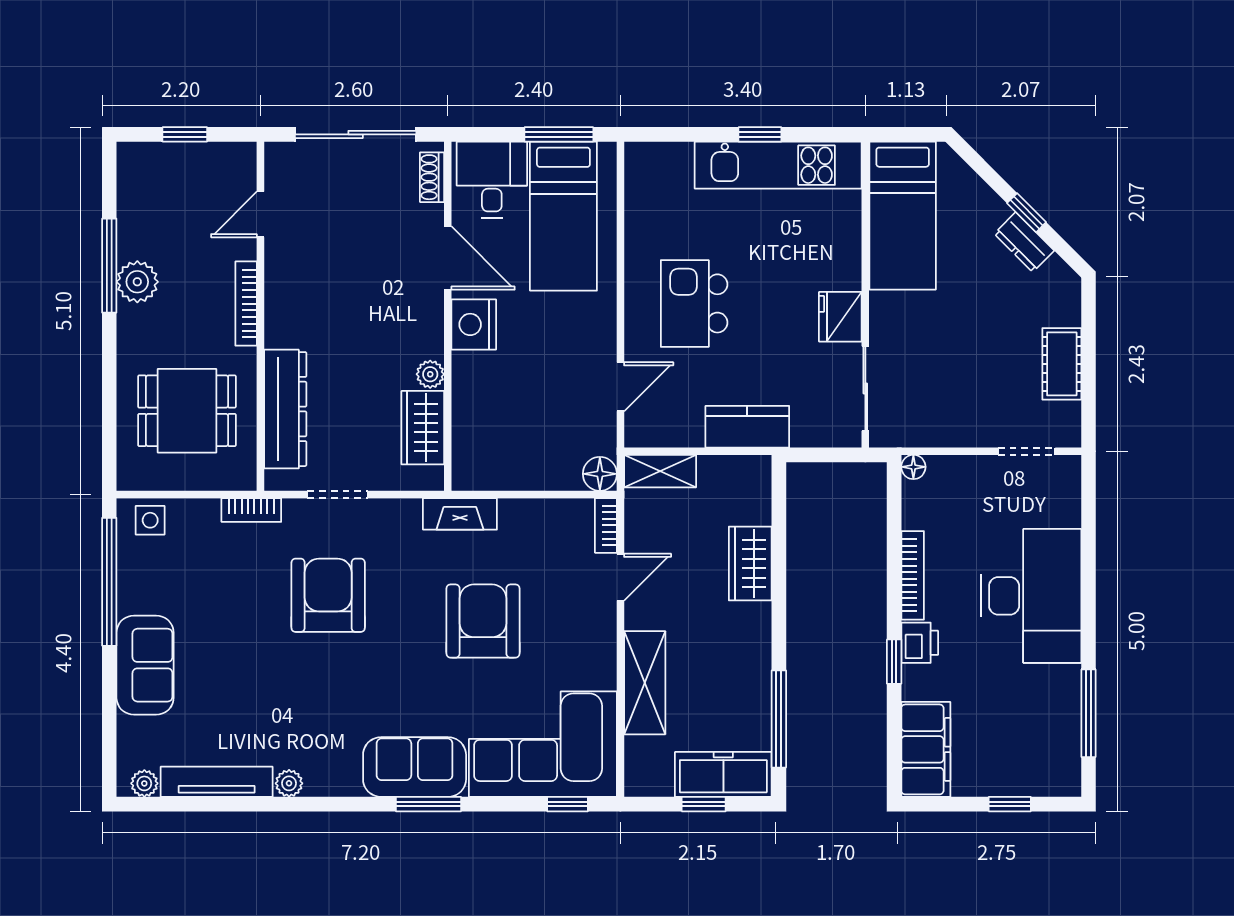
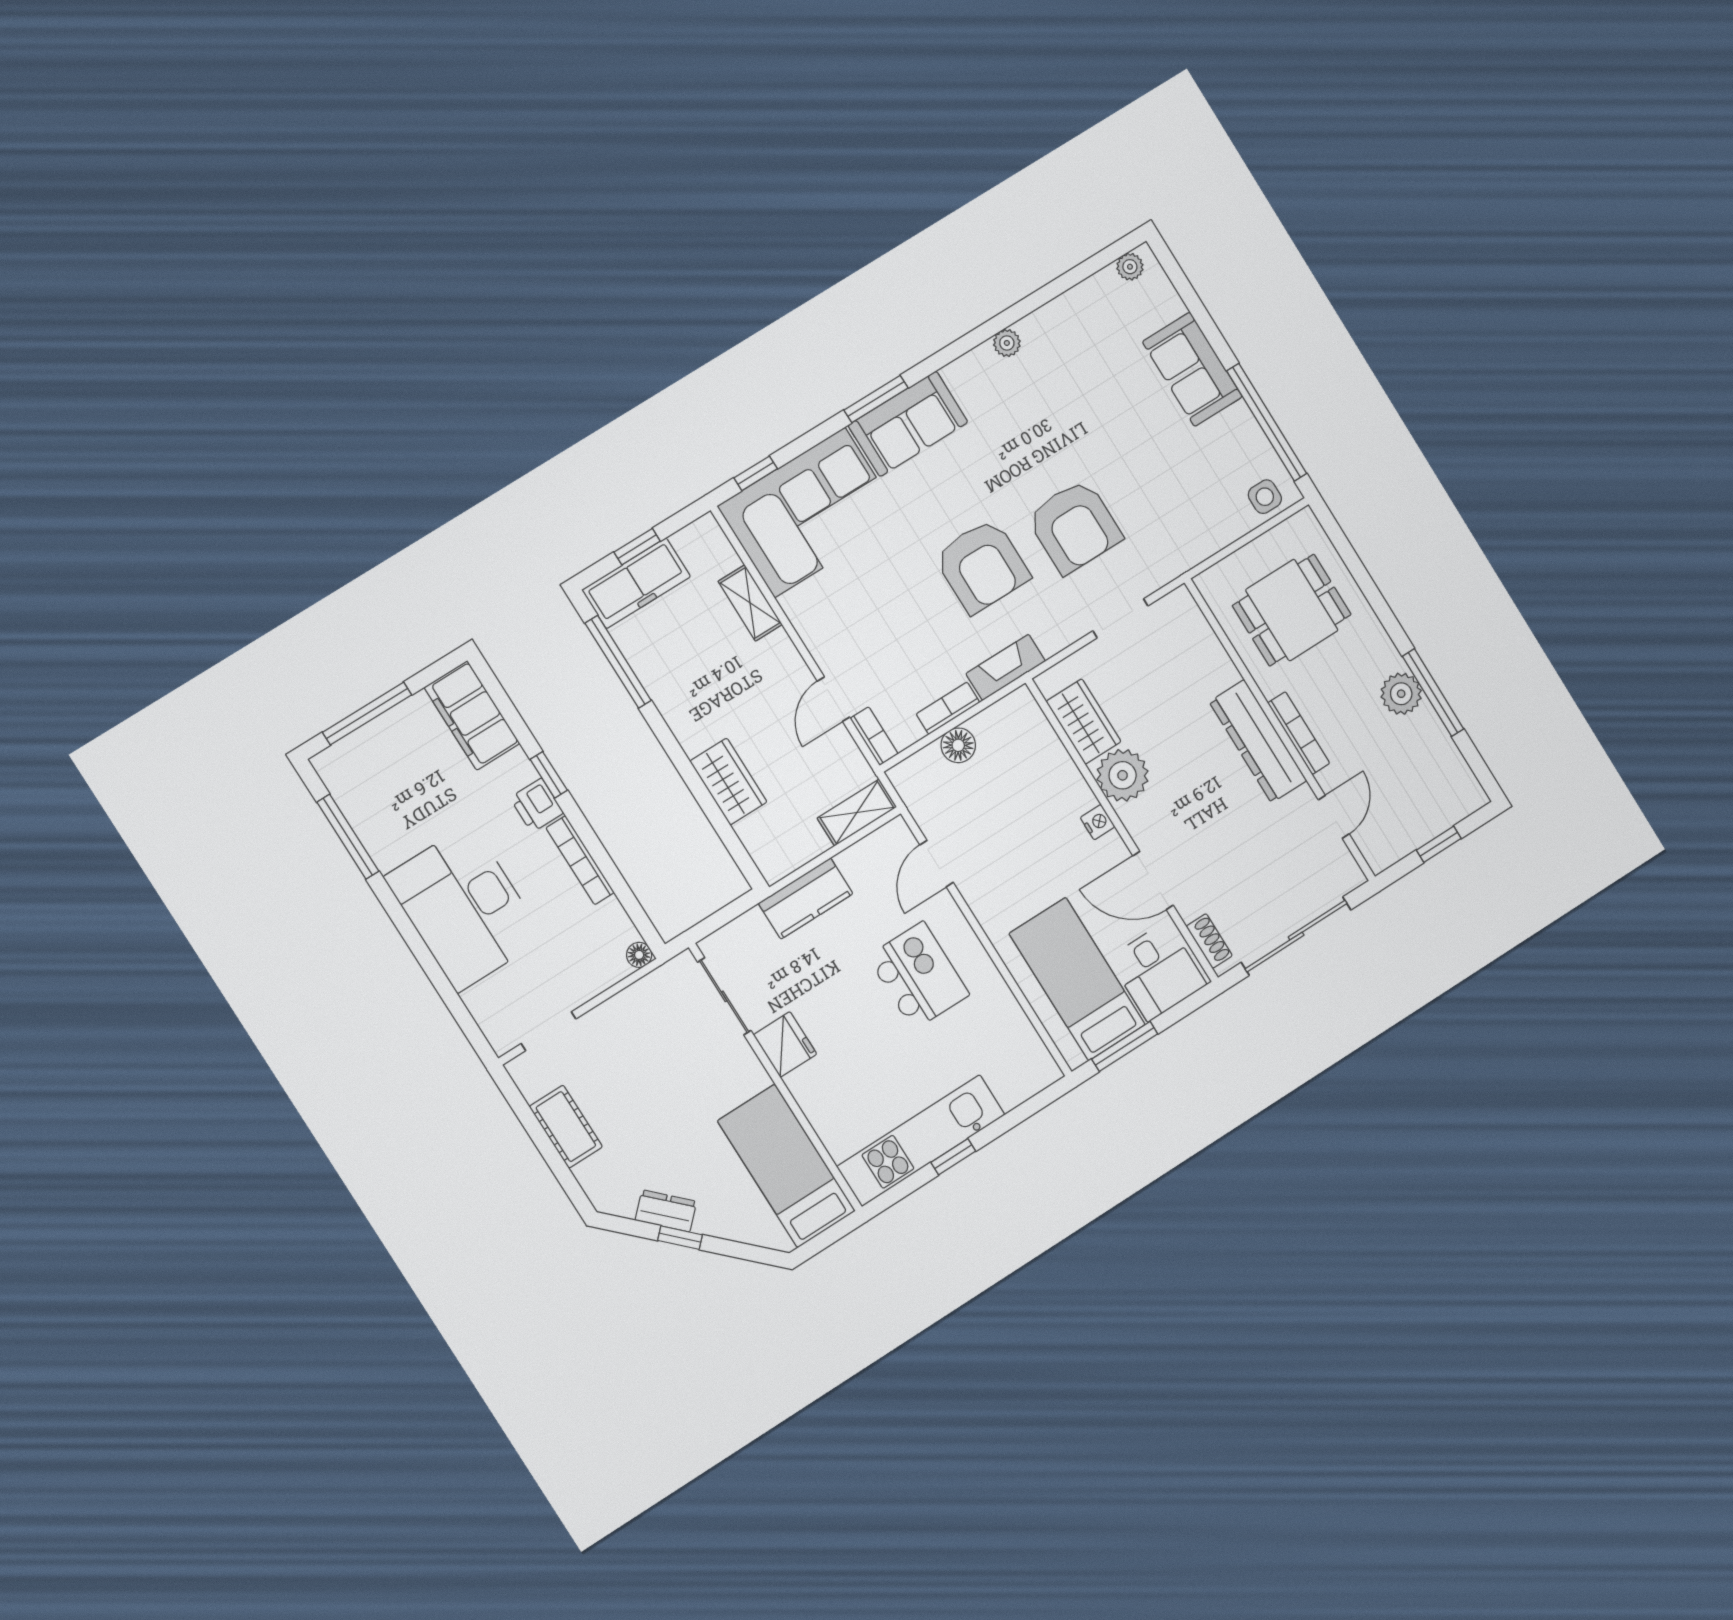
nightstand: (474, 324) -> (1098, 822), width x0.53, depth x0.56
plant: (430, 374) -> (1123, 775), width x1.87, depth x1.87
dresser: (285, 409) -> (1258, 741), moved
floor lamp: (600, 474) -> (958, 745), moved
bookcase: (251, 510) -> (948, 708), moved
armchair: (483, 621) -> (982, 566), moved
shelving: (645, 683) -> (750, 603), width x0.67, depth x0.75
tv unit: (217, 782) -> (1069, 306), removed
window: (1010, 804) -> (367, 713), width x2.17

